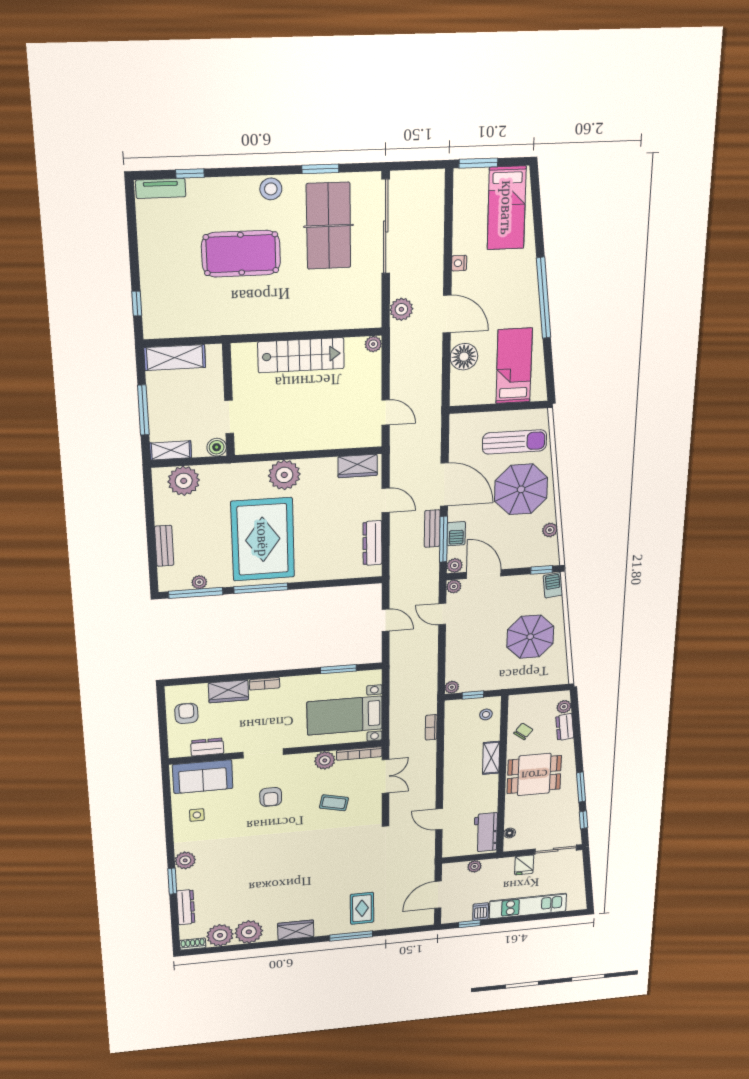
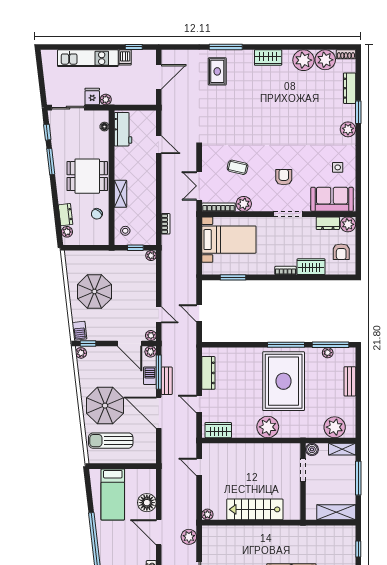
plant: (550, 530) -> (81, 353), moved
plant: (179, 748) -> (348, 224), added
plant: (474, 866) -> (106, 100), moved

